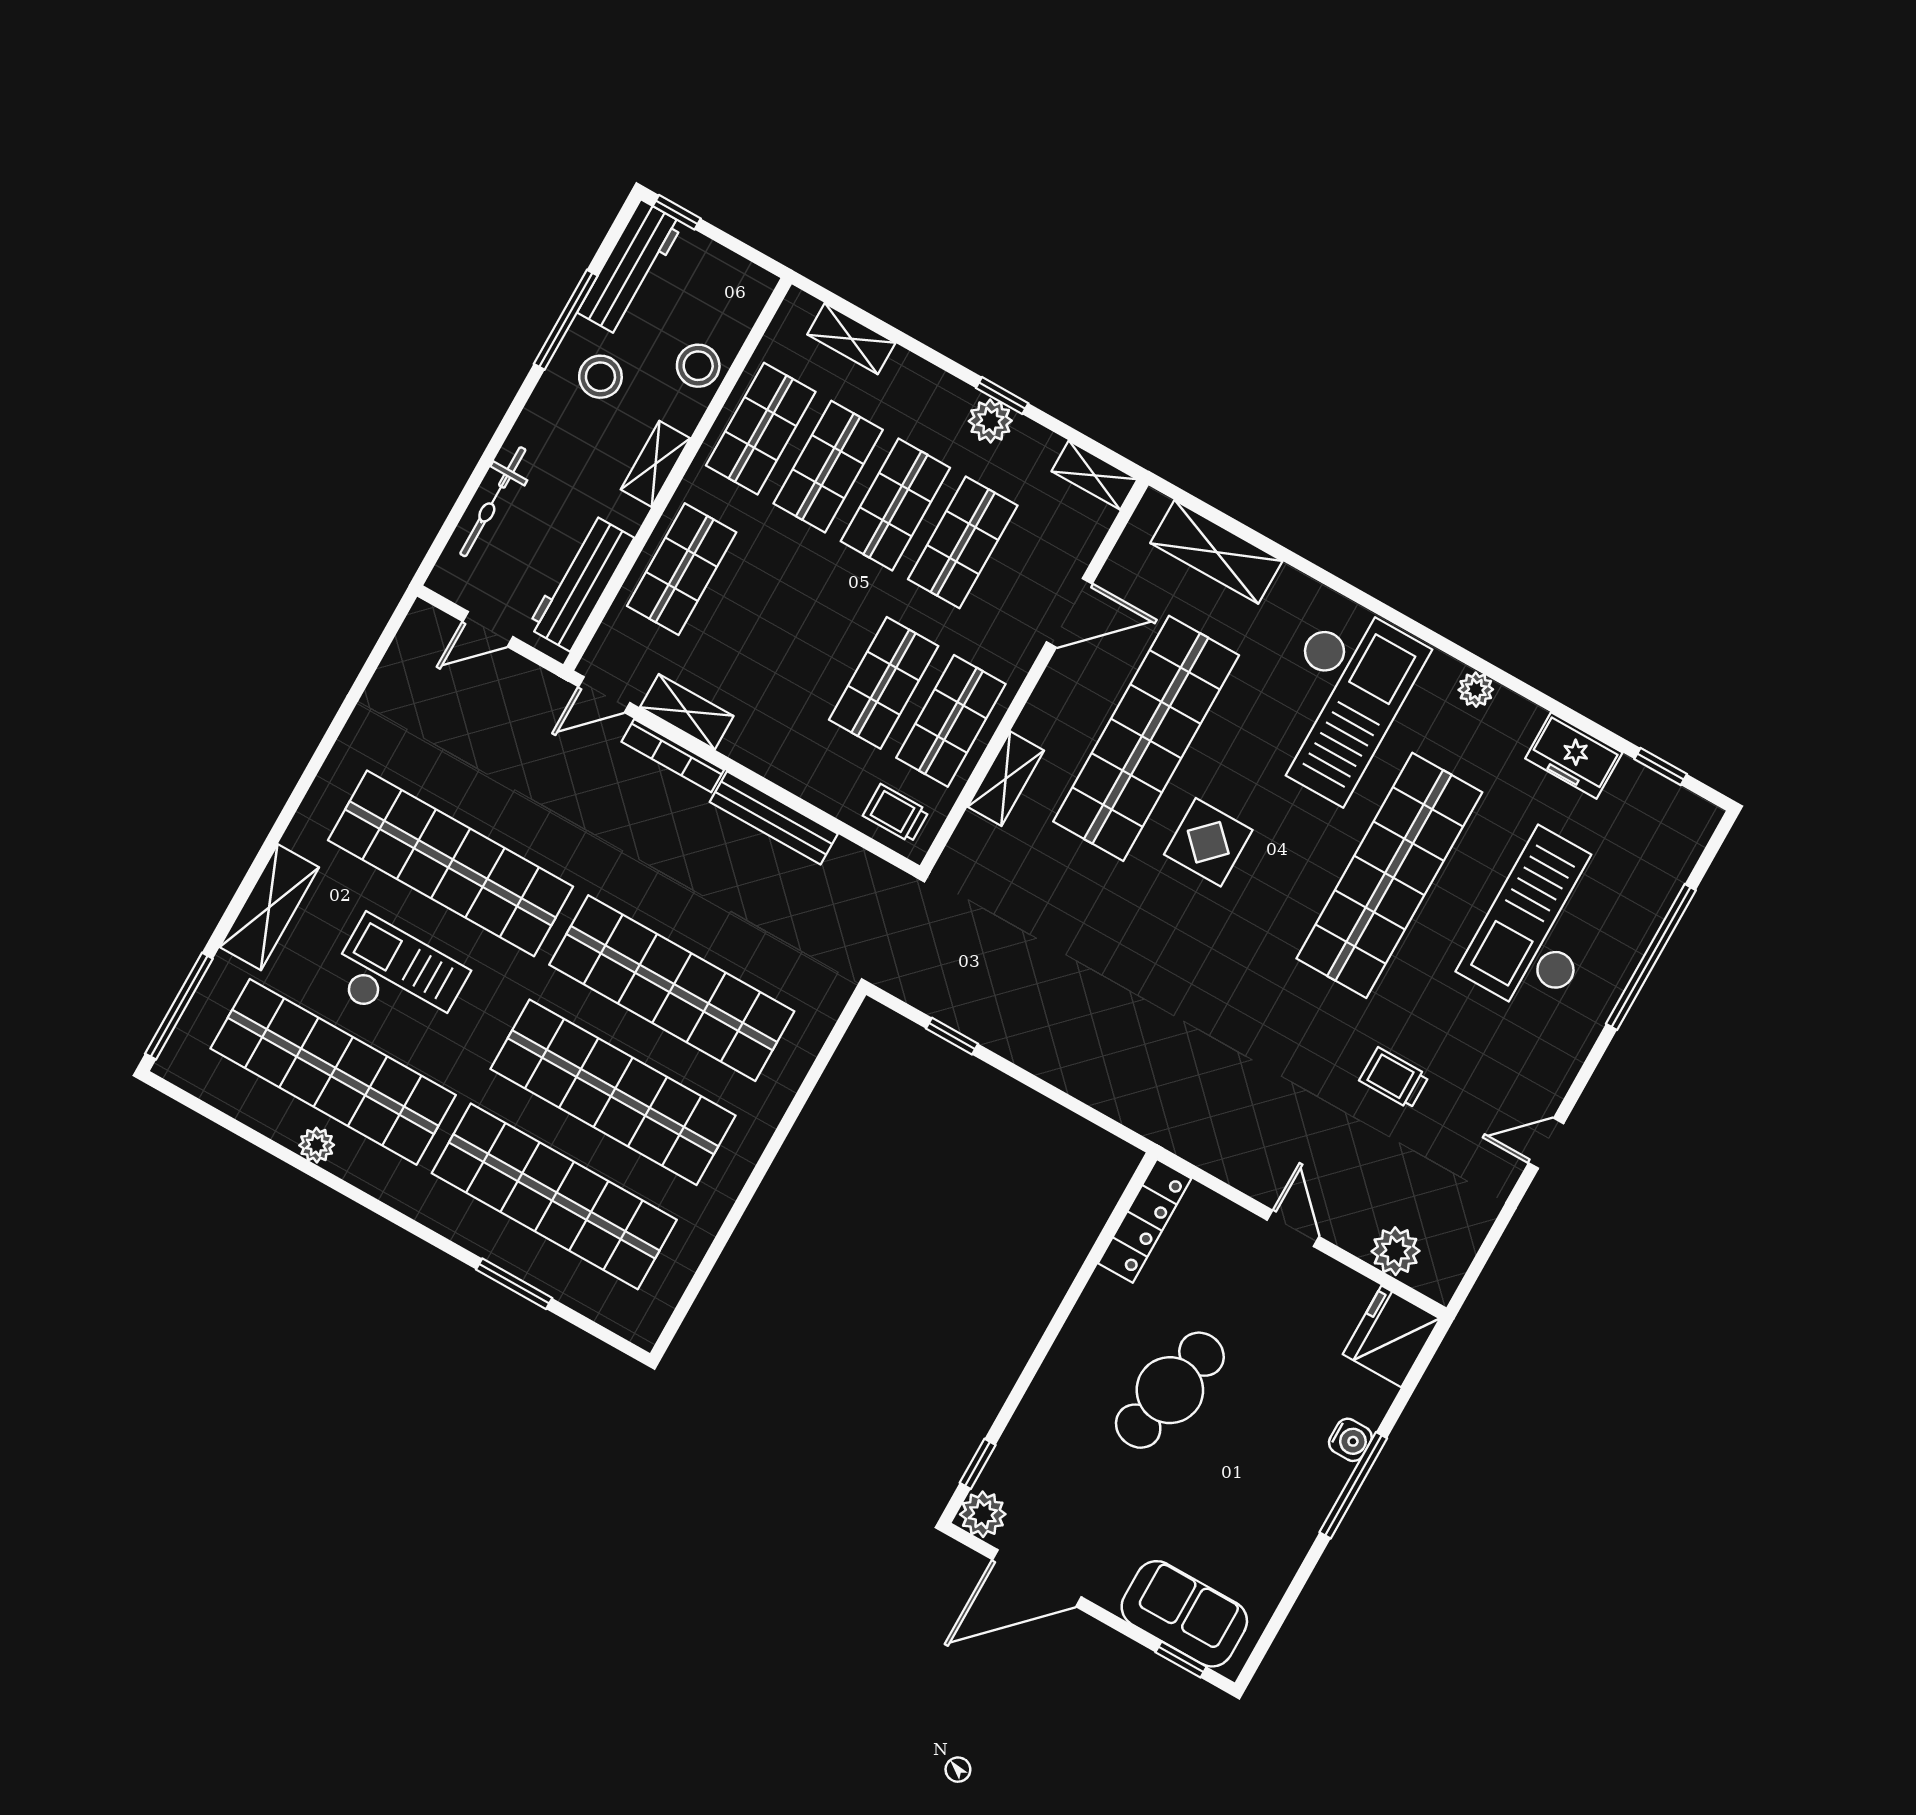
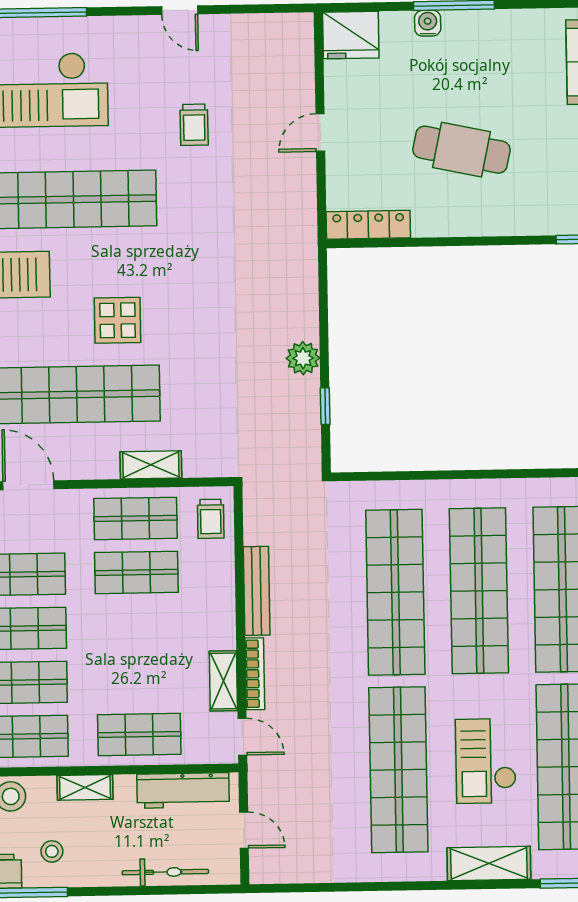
stool: (600, 377) -> (52, 851), width x0.73, depth x0.73
plant: (1395, 1251) -> (303, 358), moved

